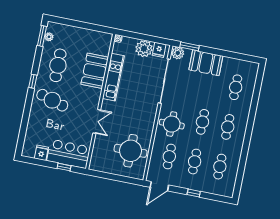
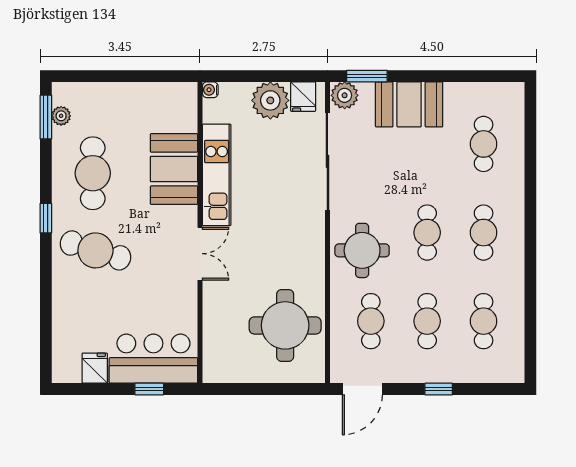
double door: (97, 121) -> (200, 254), moved

